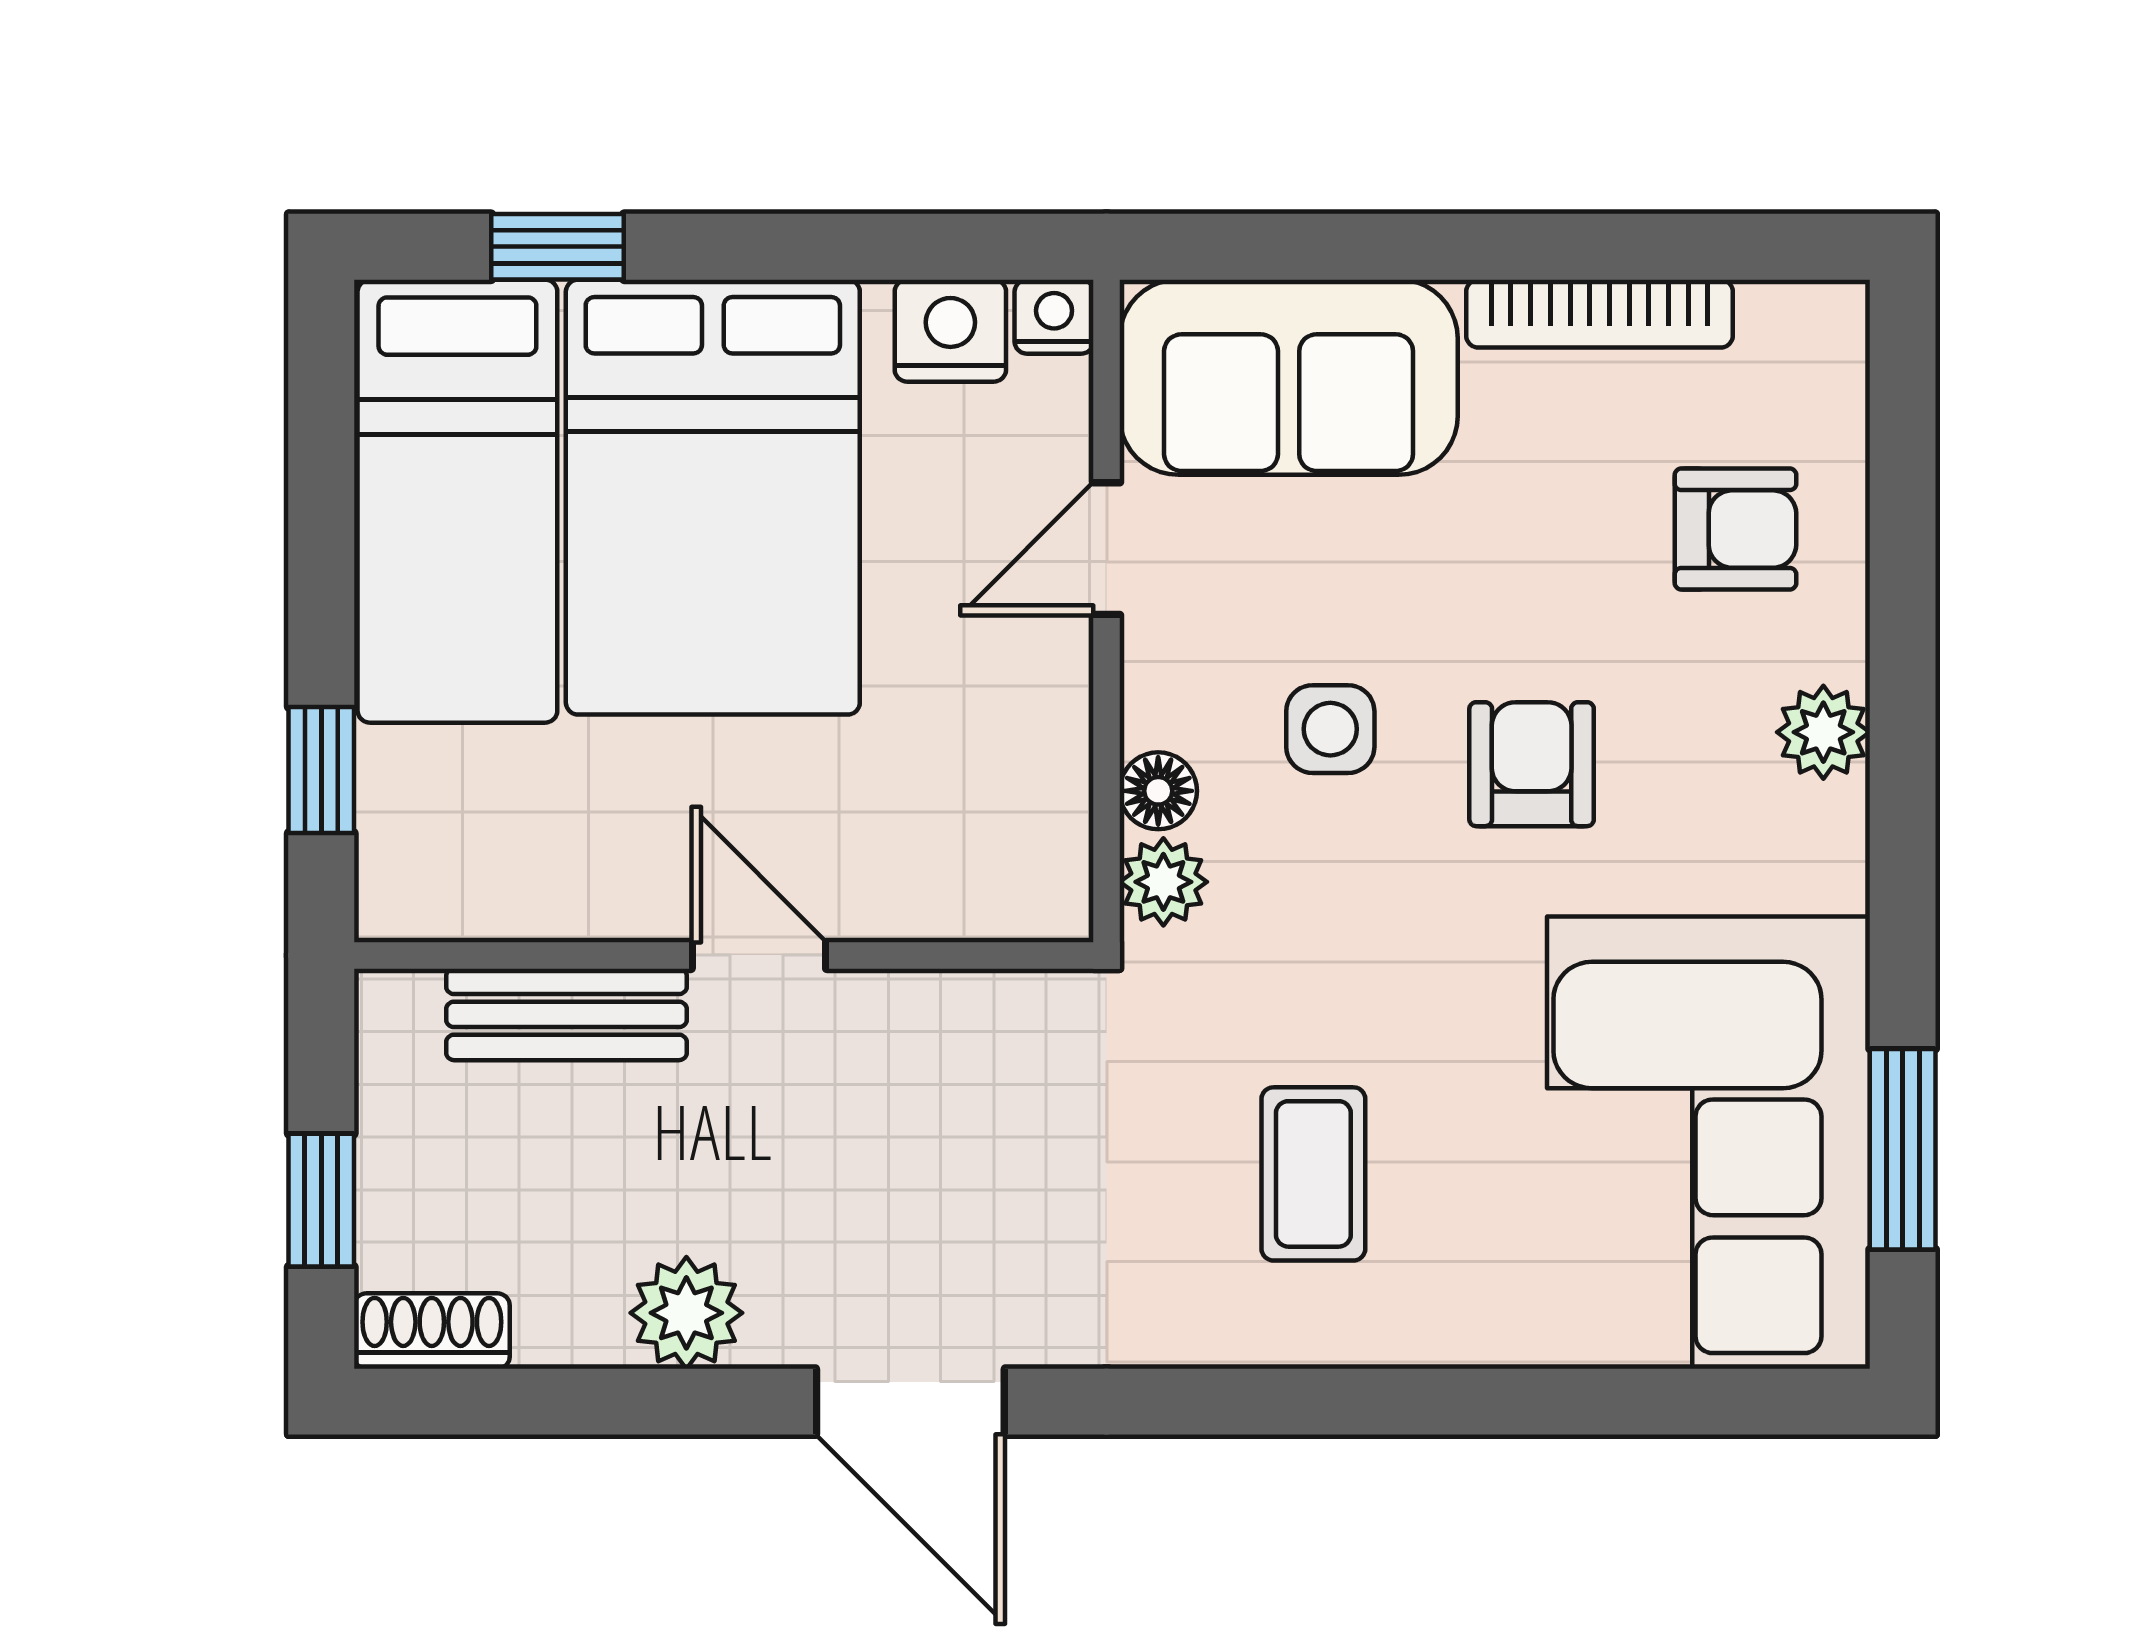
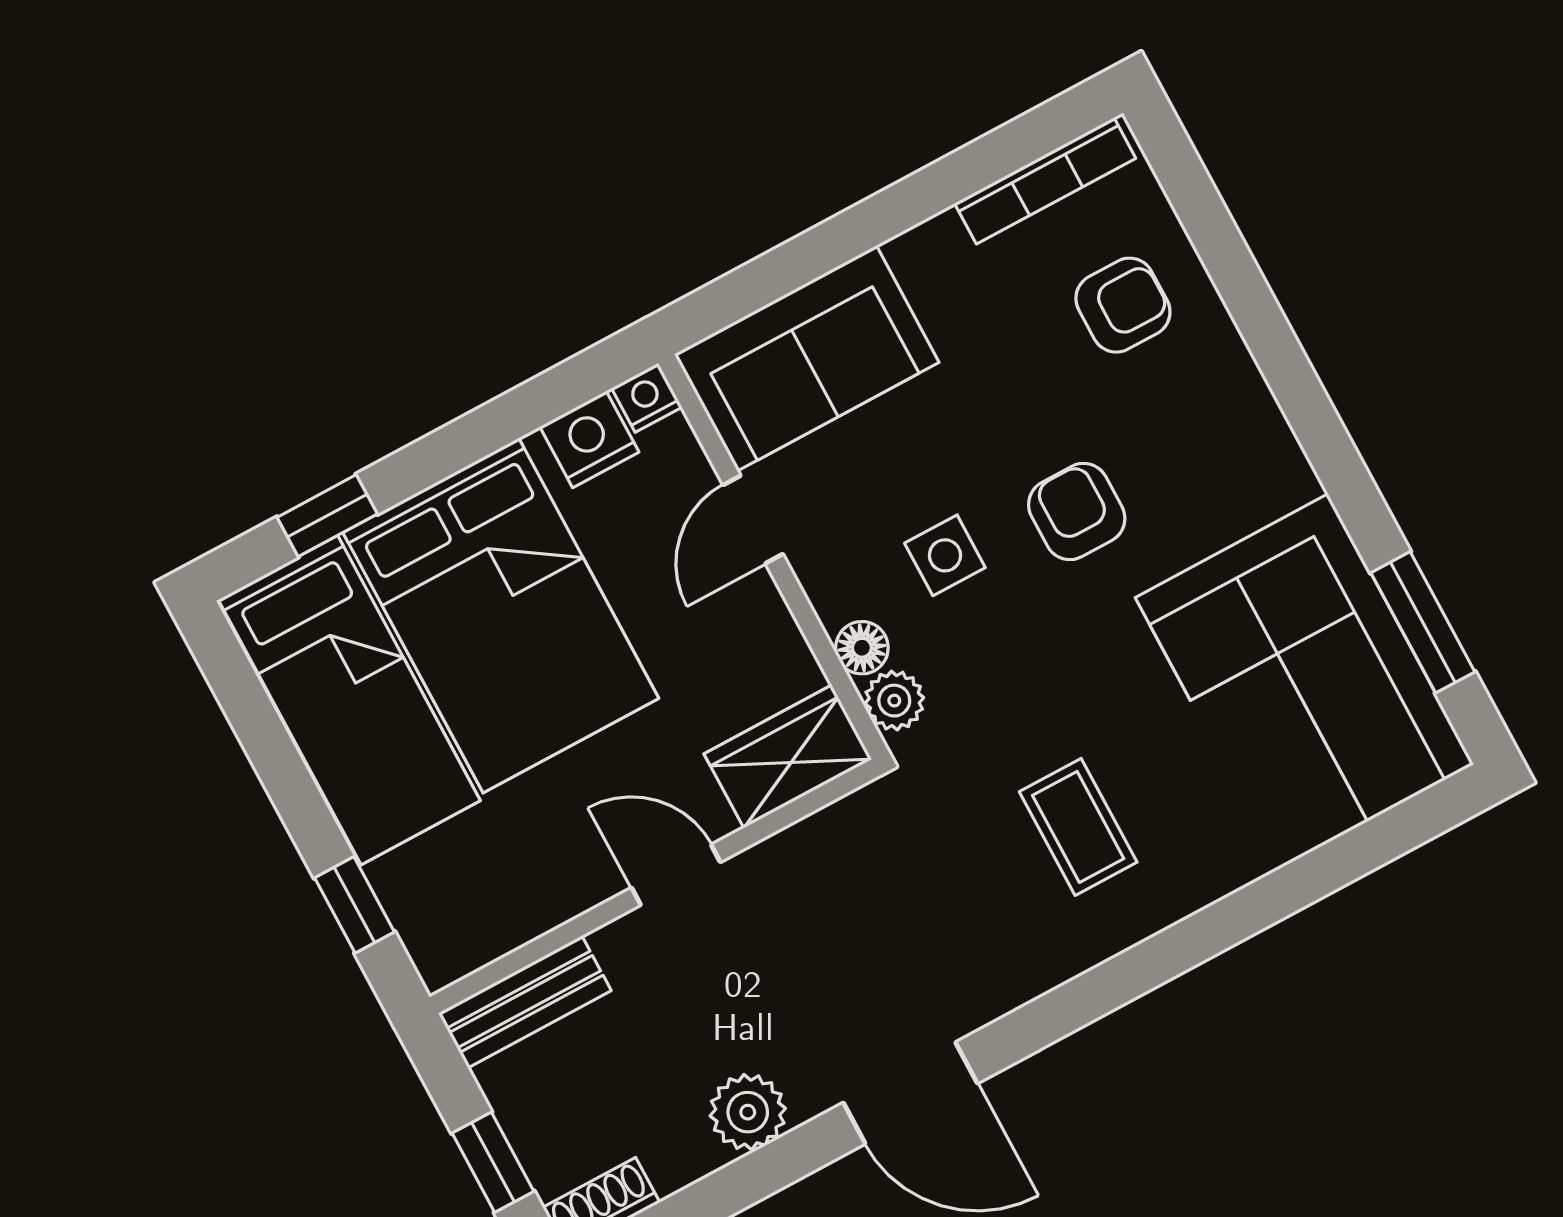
bookcase: (1600, 314) -> (1045, 181), moved
plant: (1823, 732) -> (1241, 398), removed
wardrobe: (986, 880) -> (788, 757), added
bench: (567, 1014) -> (525, 1002), moved

